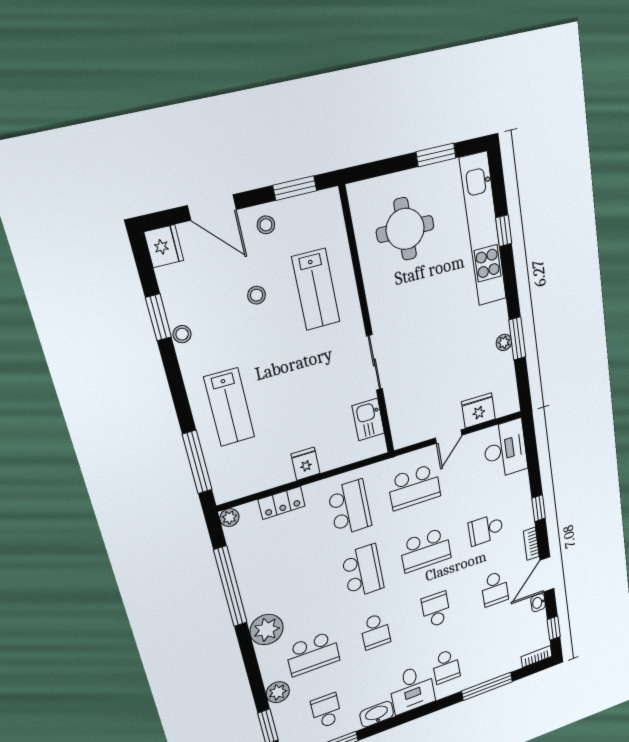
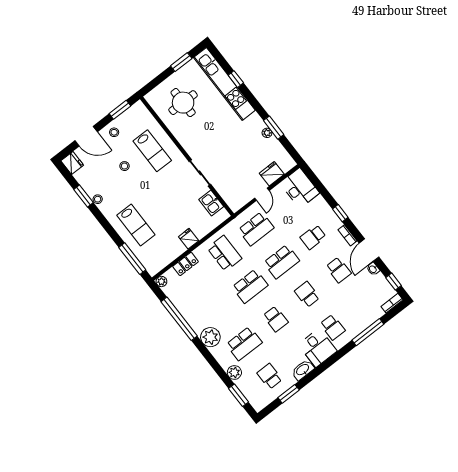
school desk: (363, 571) -> (250, 286), turned 90

